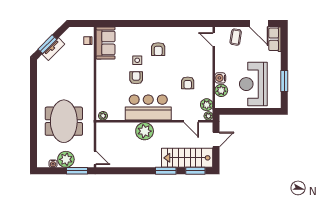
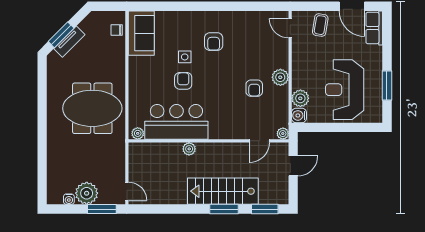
water cooler: (220, 78) -> (299, 115), moved
plant: (207, 105) -> (280, 77), moved
bar counter: (148, 107) -> (176, 122), moved
meeting table: (64, 121) -> (92, 108), moved, turned 90
door: (191, 121) -> (259, 141), hinge flipped
plant: (145, 131) -> (189, 149), width x0.53, depth x0.53
stairs: (187, 158) -> (223, 191), moved

